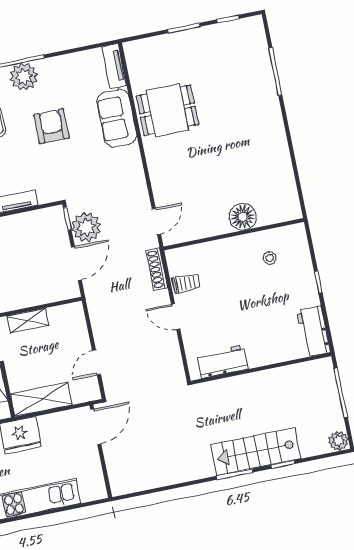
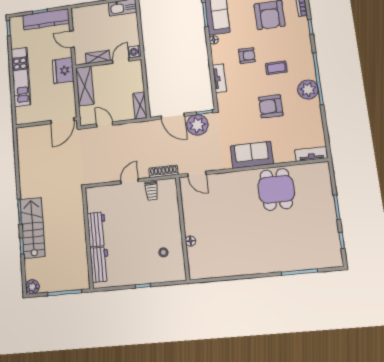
sofa: (117, 118) -> (252, 155), moved
armchair: (52, 126) -> (271, 106), turned 180
floor lamp: (243, 217) -> (190, 241), width x0.53, depth x0.53
shelving: (28, 321) -> (140, 106), moved
workbench: (314, 331) -> (100, 265), moved, turned 90
workbench: (222, 362) -> (97, 229), moved
door: (96, 427) -> (62, 121), hinge flipped

